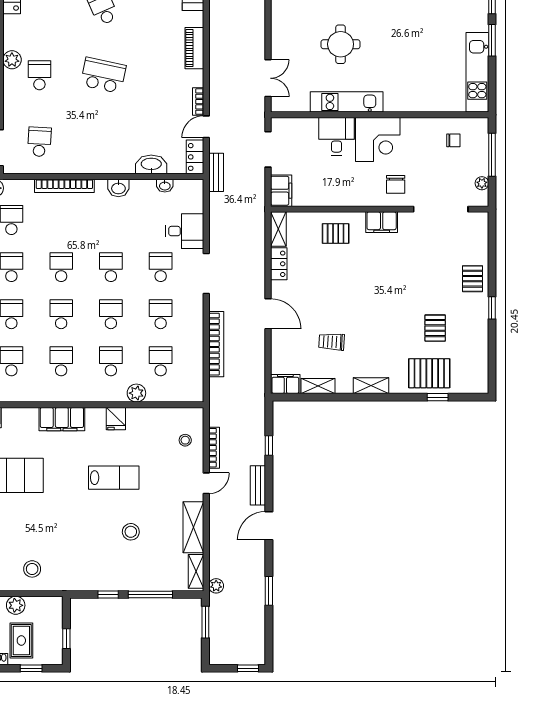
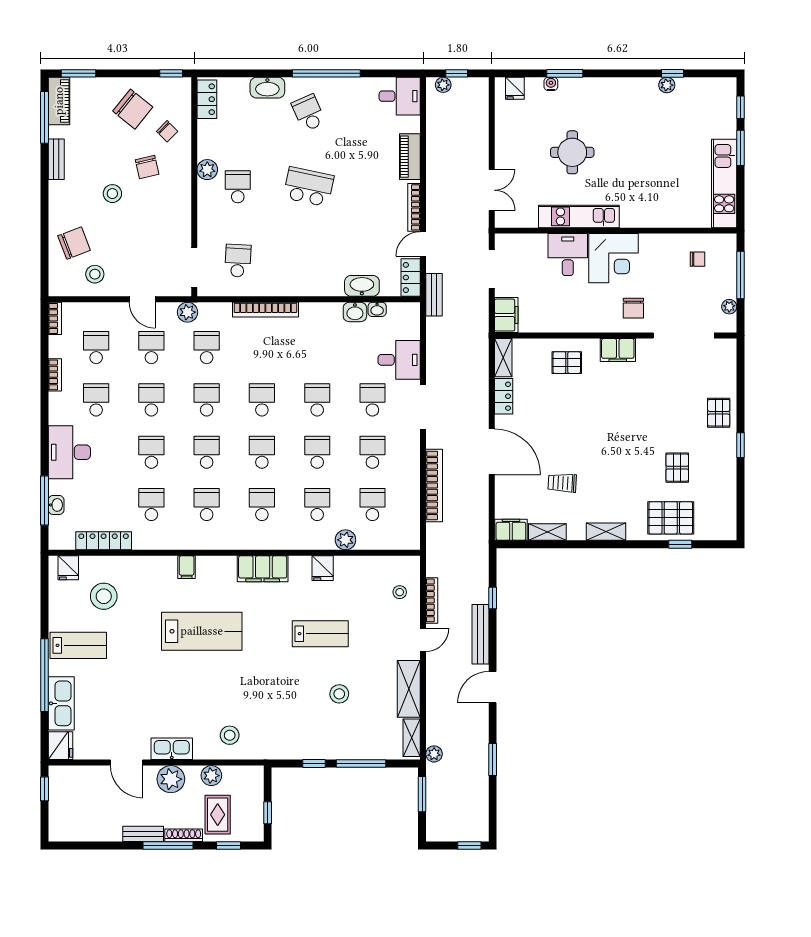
bookcase: (198, 102) -> (414, 207), width x1.56
washbasin: (118, 188) -> (355, 312), moved
door: (268, 314) -> (492, 452), width x1.36
bench: (258, 485) -> (480, 634), width x1.36

